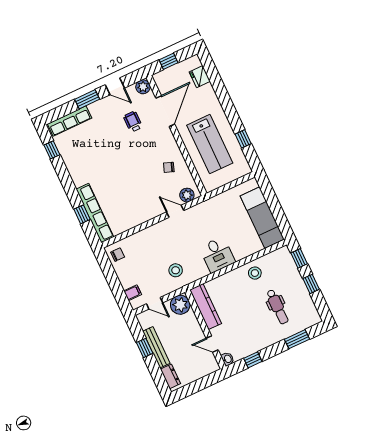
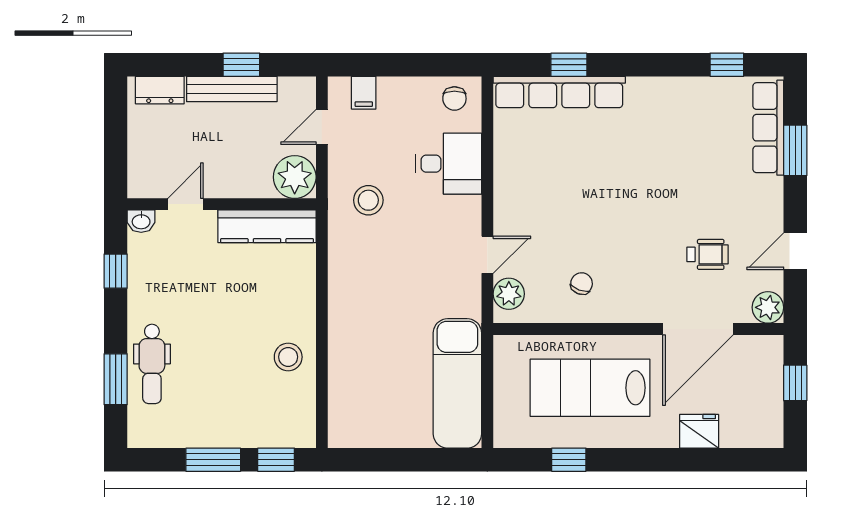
fridge: (200, 77) -> (699, 431), moved
window: (87, 99) -> (795, 150), moved
door: (165, 111) -> (698, 329), hinge flipped
exam couch: (262, 218) -> (457, 383), moved, turned -90
desk: (217, 255) -> (449, 164), moved, turned 180
window: (311, 284) -> (213, 460), width x1.50
dental chair: (277, 307) -> (152, 364), moved, turned -90

